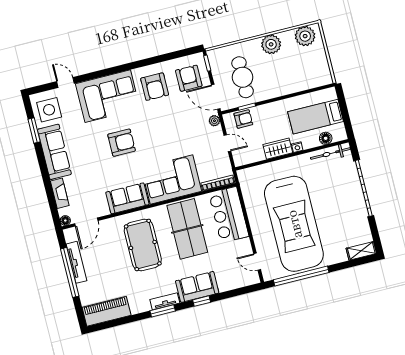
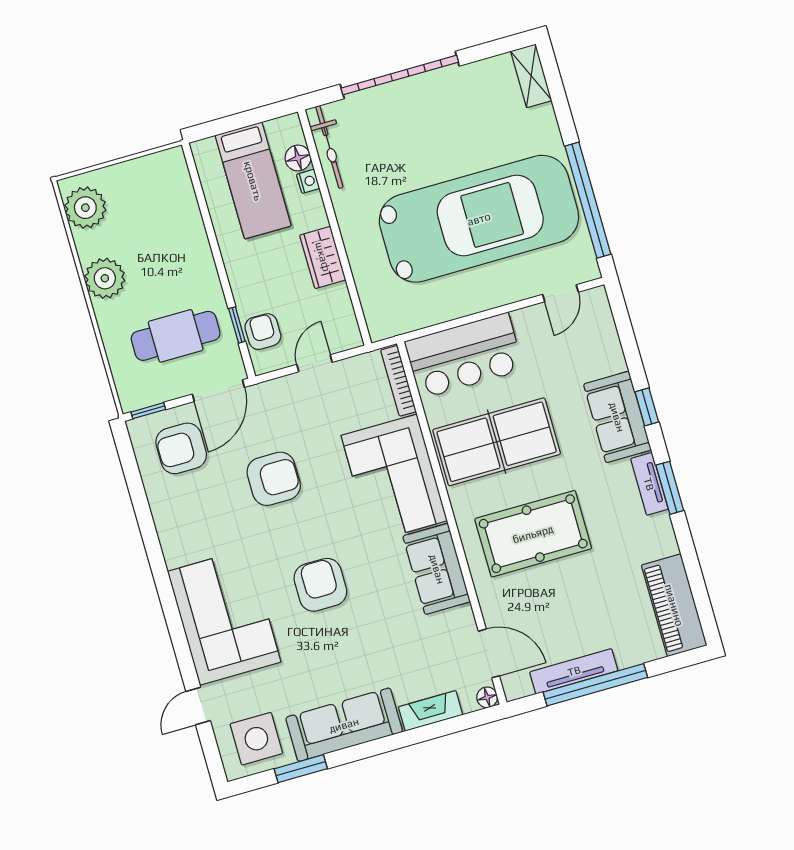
armchair: (155, 87) -> (274, 479), moved
plant: (214, 121) -> (268, 392), removed
nightstand: (297, 147) -> (308, 181), moved

